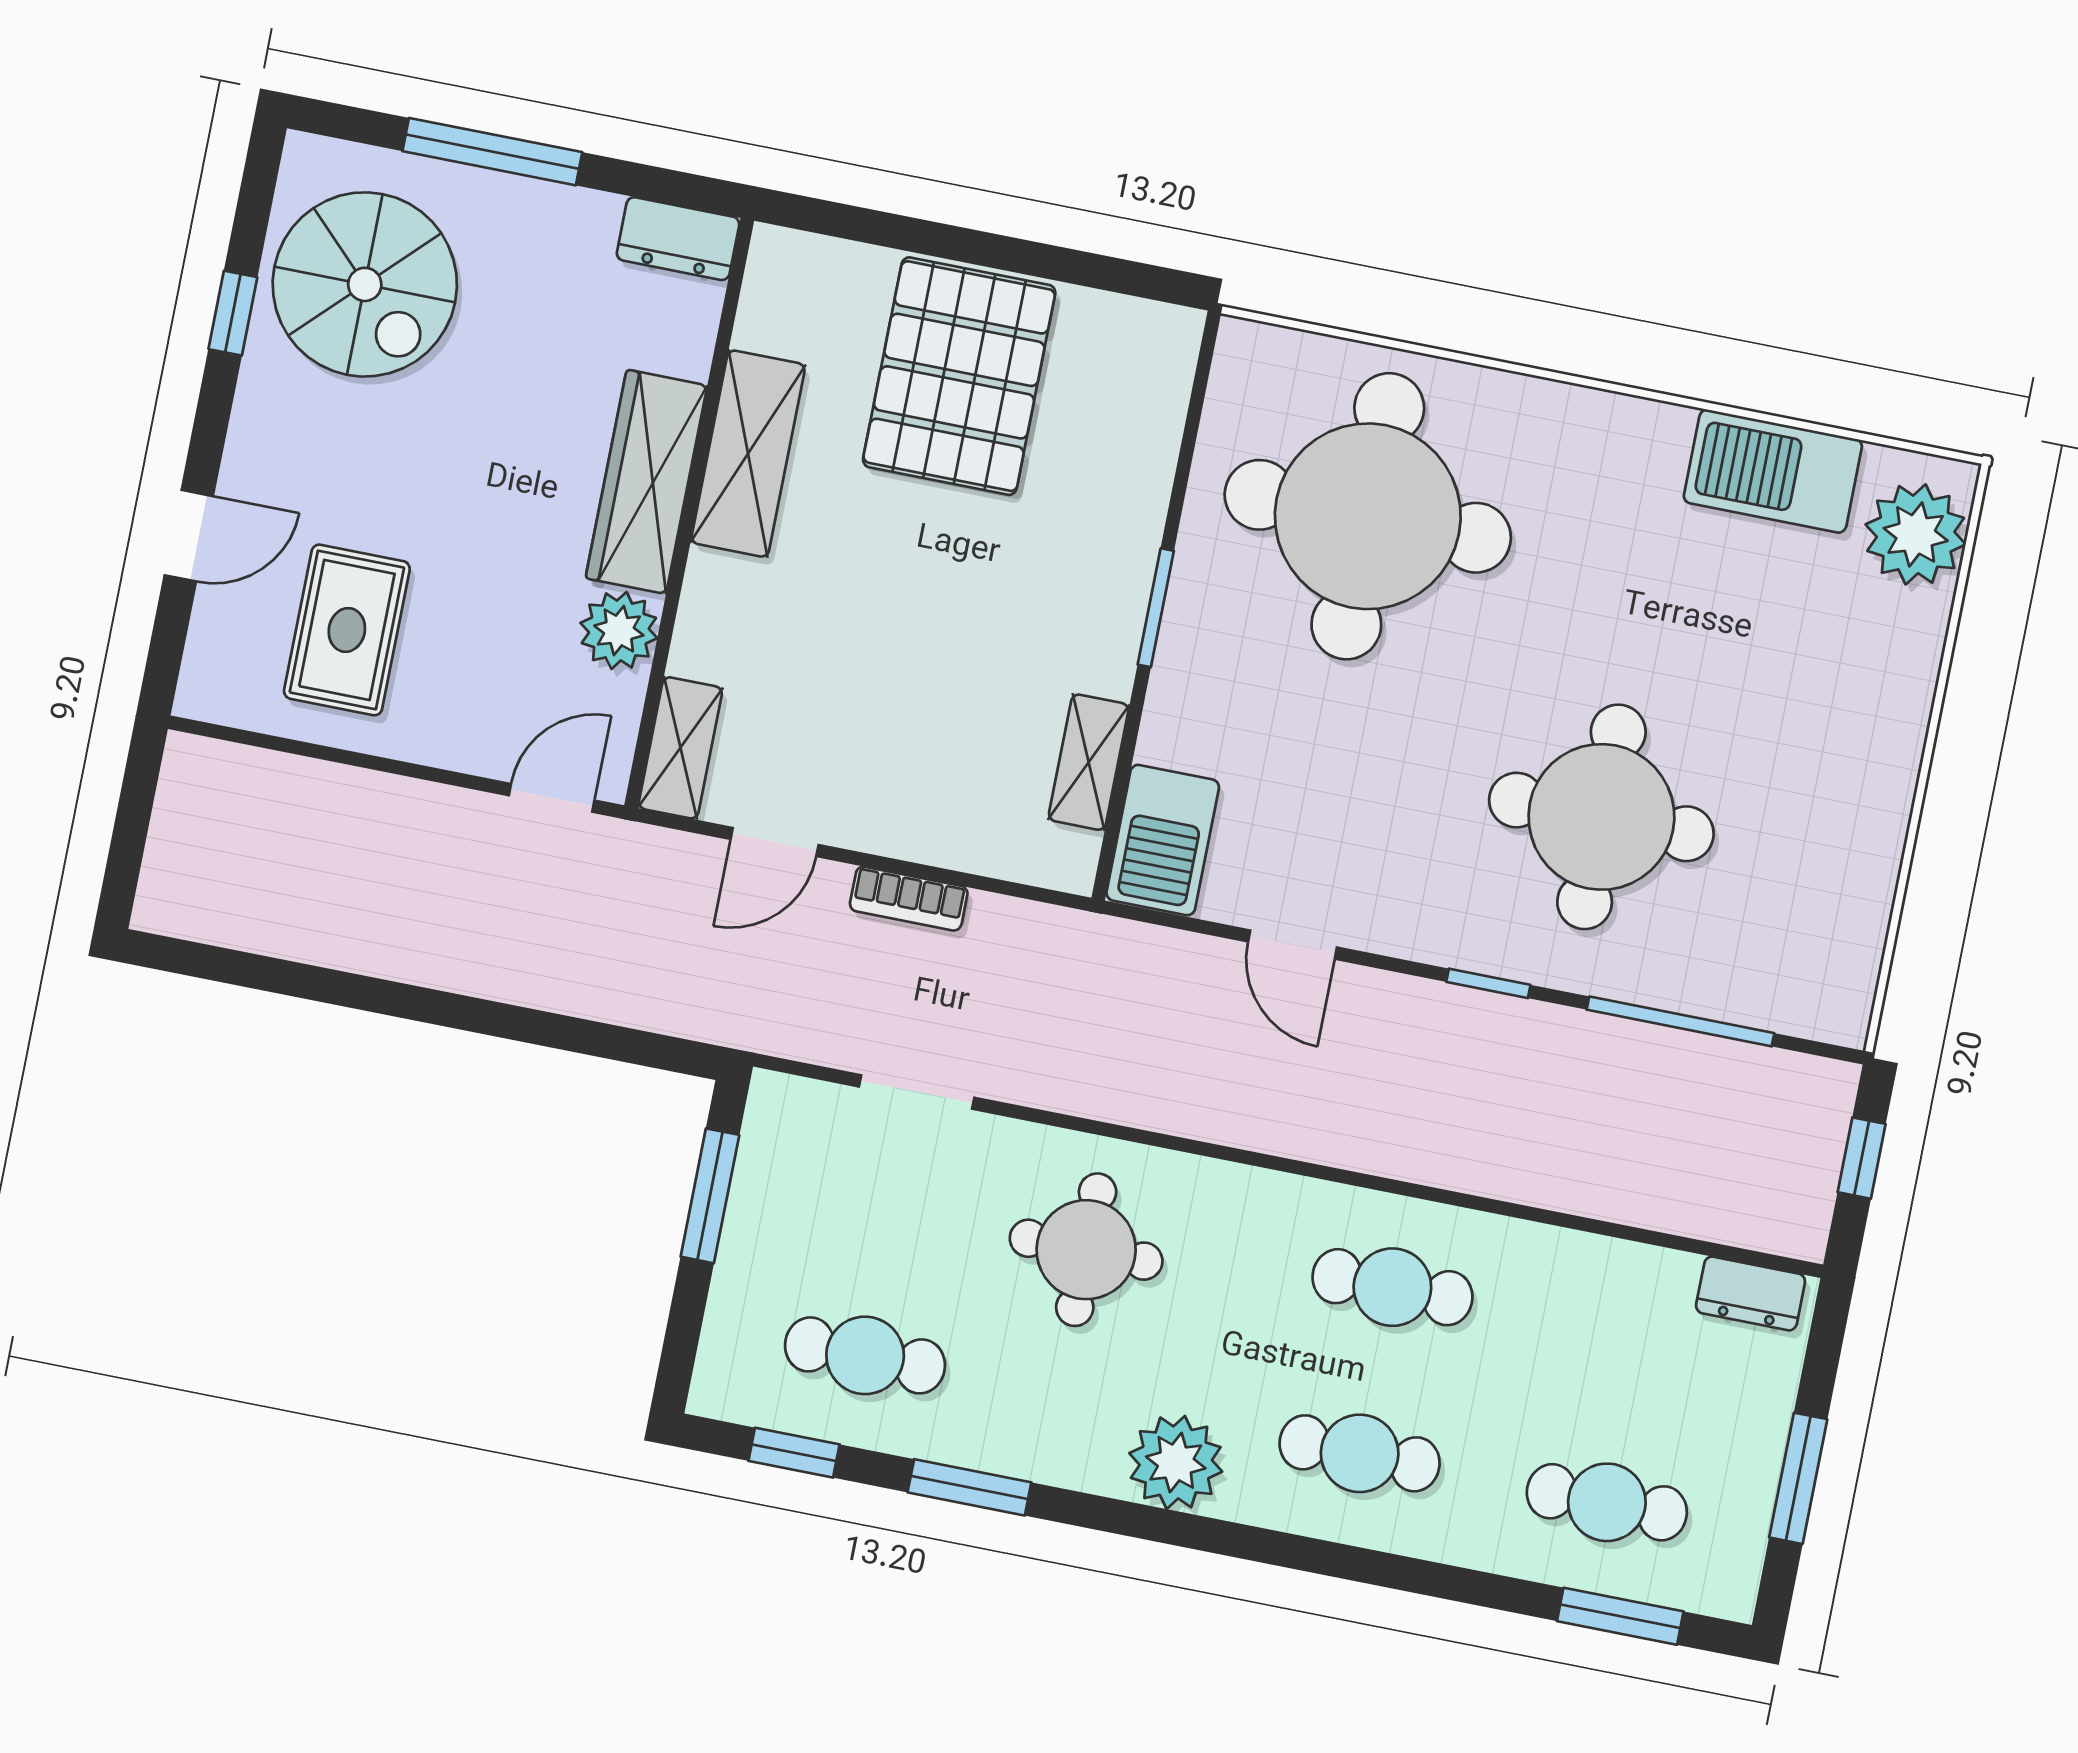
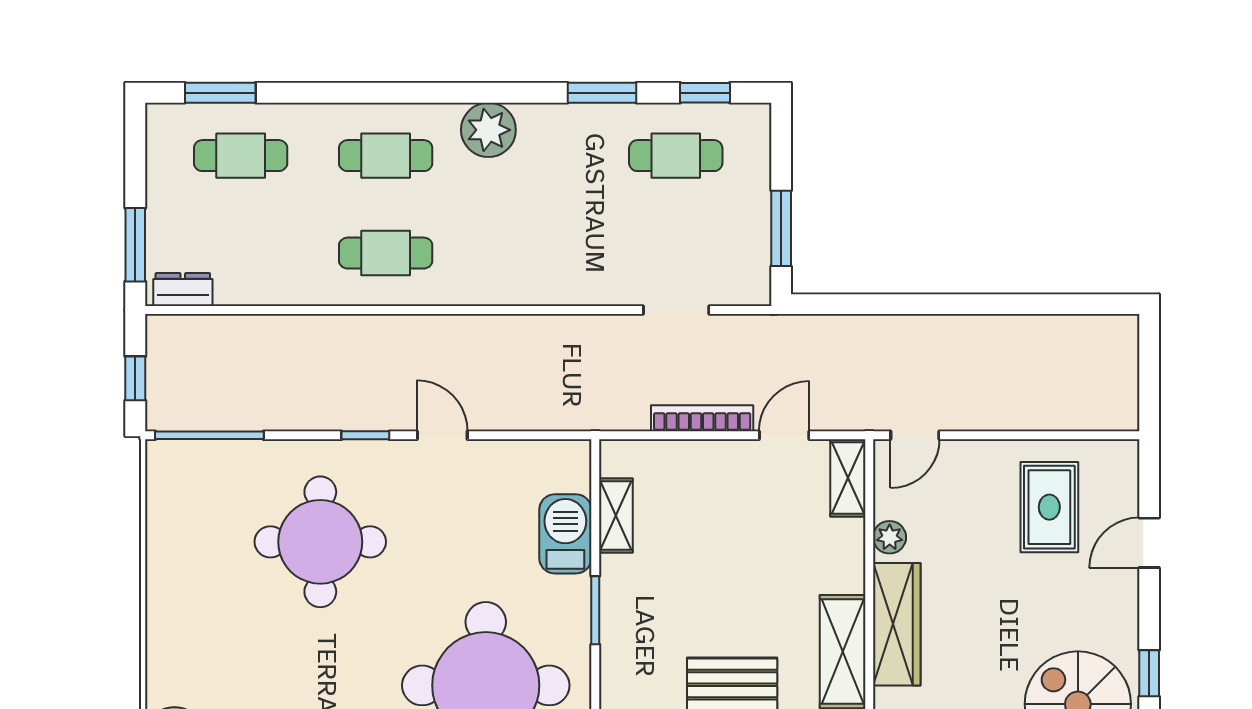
plant: (619, 631) -> (890, 537), width x0.73, depth x0.73
barbecue: (1163, 840) -> (565, 534), moved
bookcase: (909, 899) -> (702, 418), width x1.56
door: (1292, 945) -> (442, 435), moved
window: (1680, 1021) -> (209, 435), moved
round table: (1086, 1250) -> (563, 240), removed
window: (1798, 1478) -> (135, 245), moved

